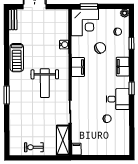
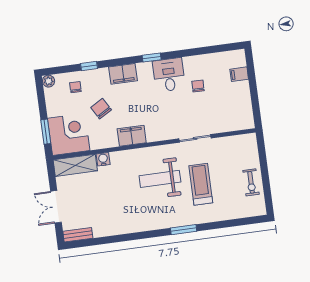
treadmill: (17, 58) -> (201, 184), moved, turned -90
weight bench: (45, 83) -> (160, 179), turned 180
shelving: (63, 140) -> (75, 165), moved
filing cabinet: (76, 149) -> (239, 74), moved

